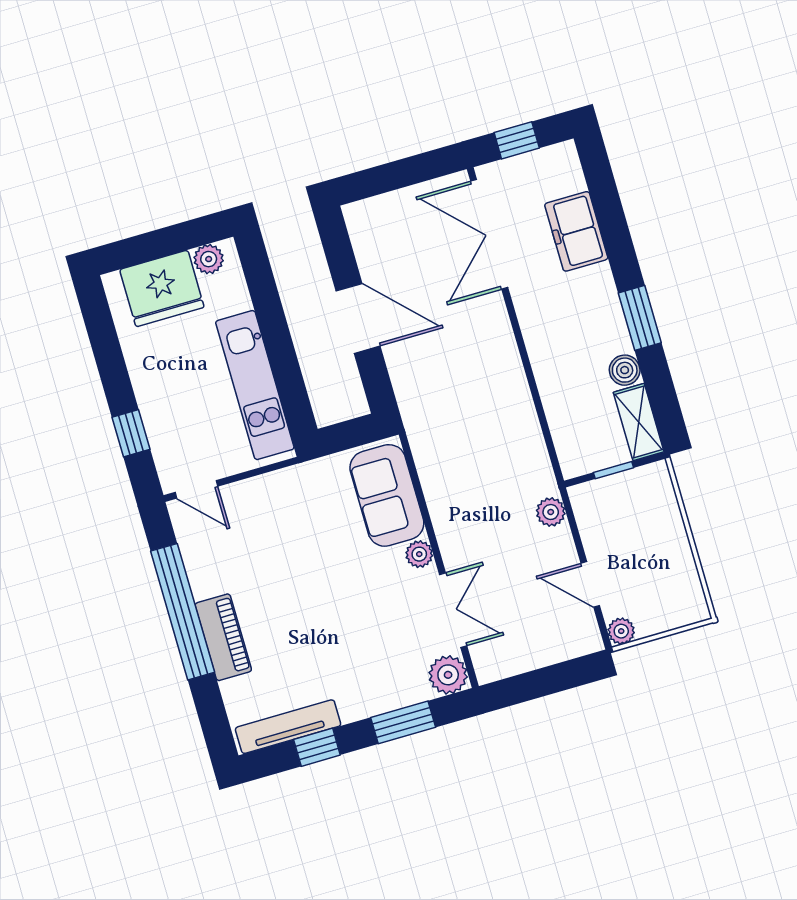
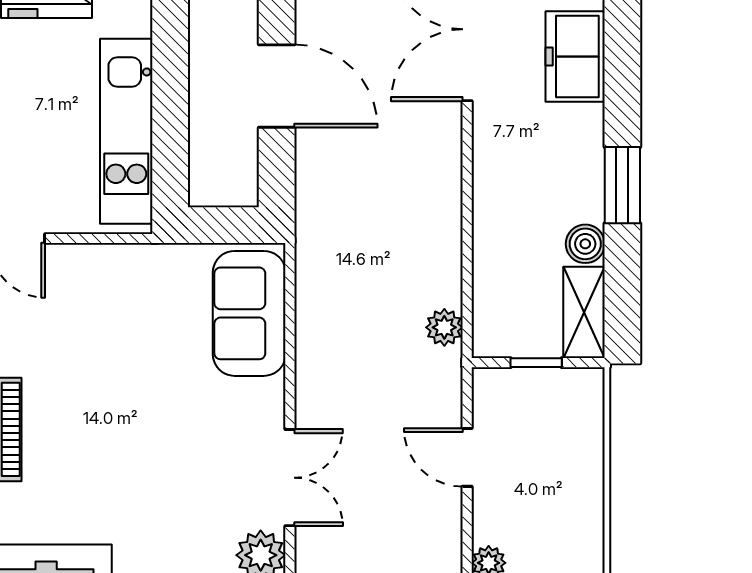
plant: (551, 512) -> (444, 327), moved
plant: (419, 554) -> (268, 397), removed
door: (590, 584) -> (467, 457), moved

